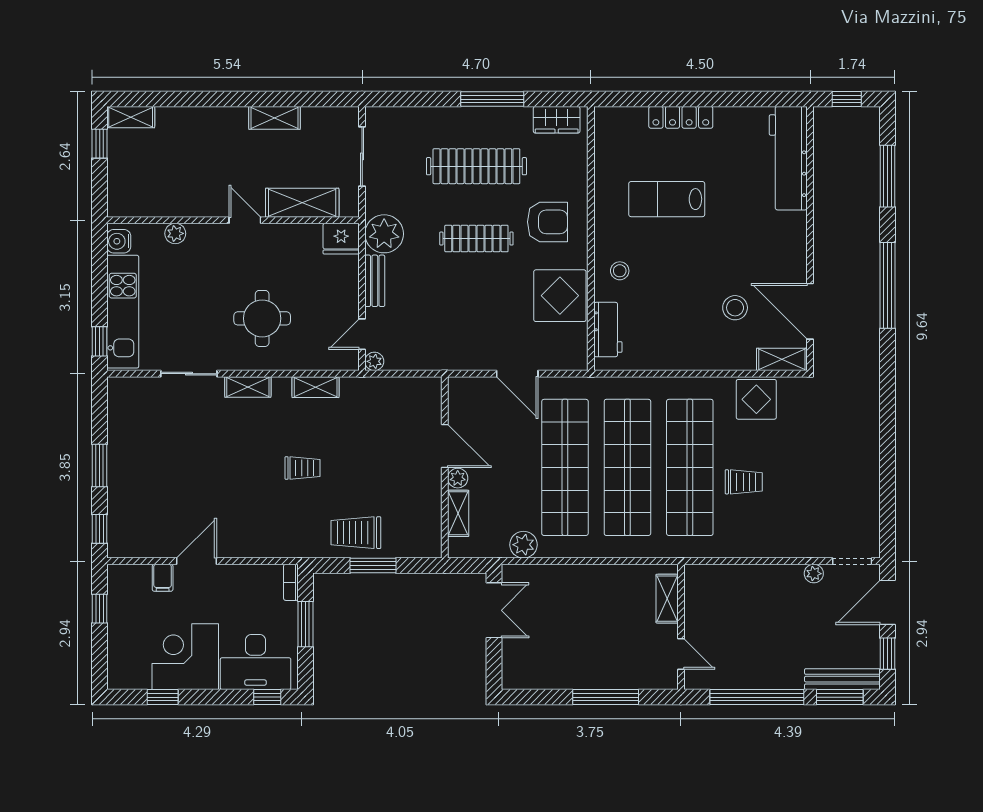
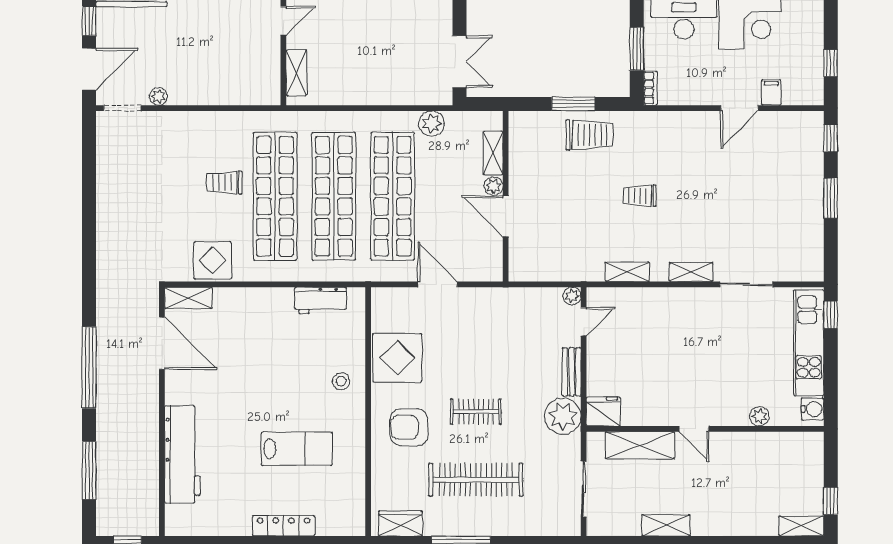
workbench: (788, 158) -> (182, 454), moved
clothes rail: (476, 239) -> (476, 412), width x0.73
stool: (735, 308) -> (232, 347), removed
round table: (262, 318) -> (678, 336), removed
workbench: (608, 330) -> (320, 300), moved, turned -90
double door: (494, 610) -> (459, 62), swing flipped
door: (681, 654) -> (283, 21), swing flipped

